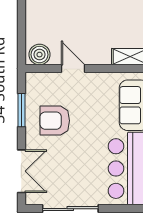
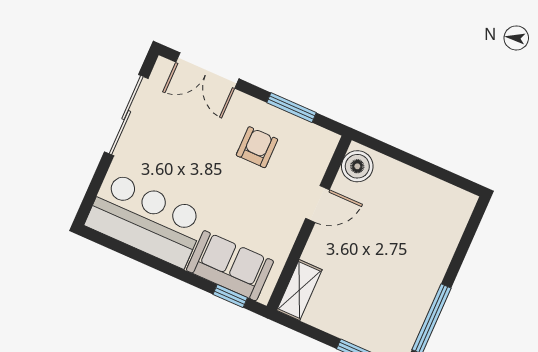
armchair: (55, 121) -> (257, 147), width x0.72, depth x0.72

